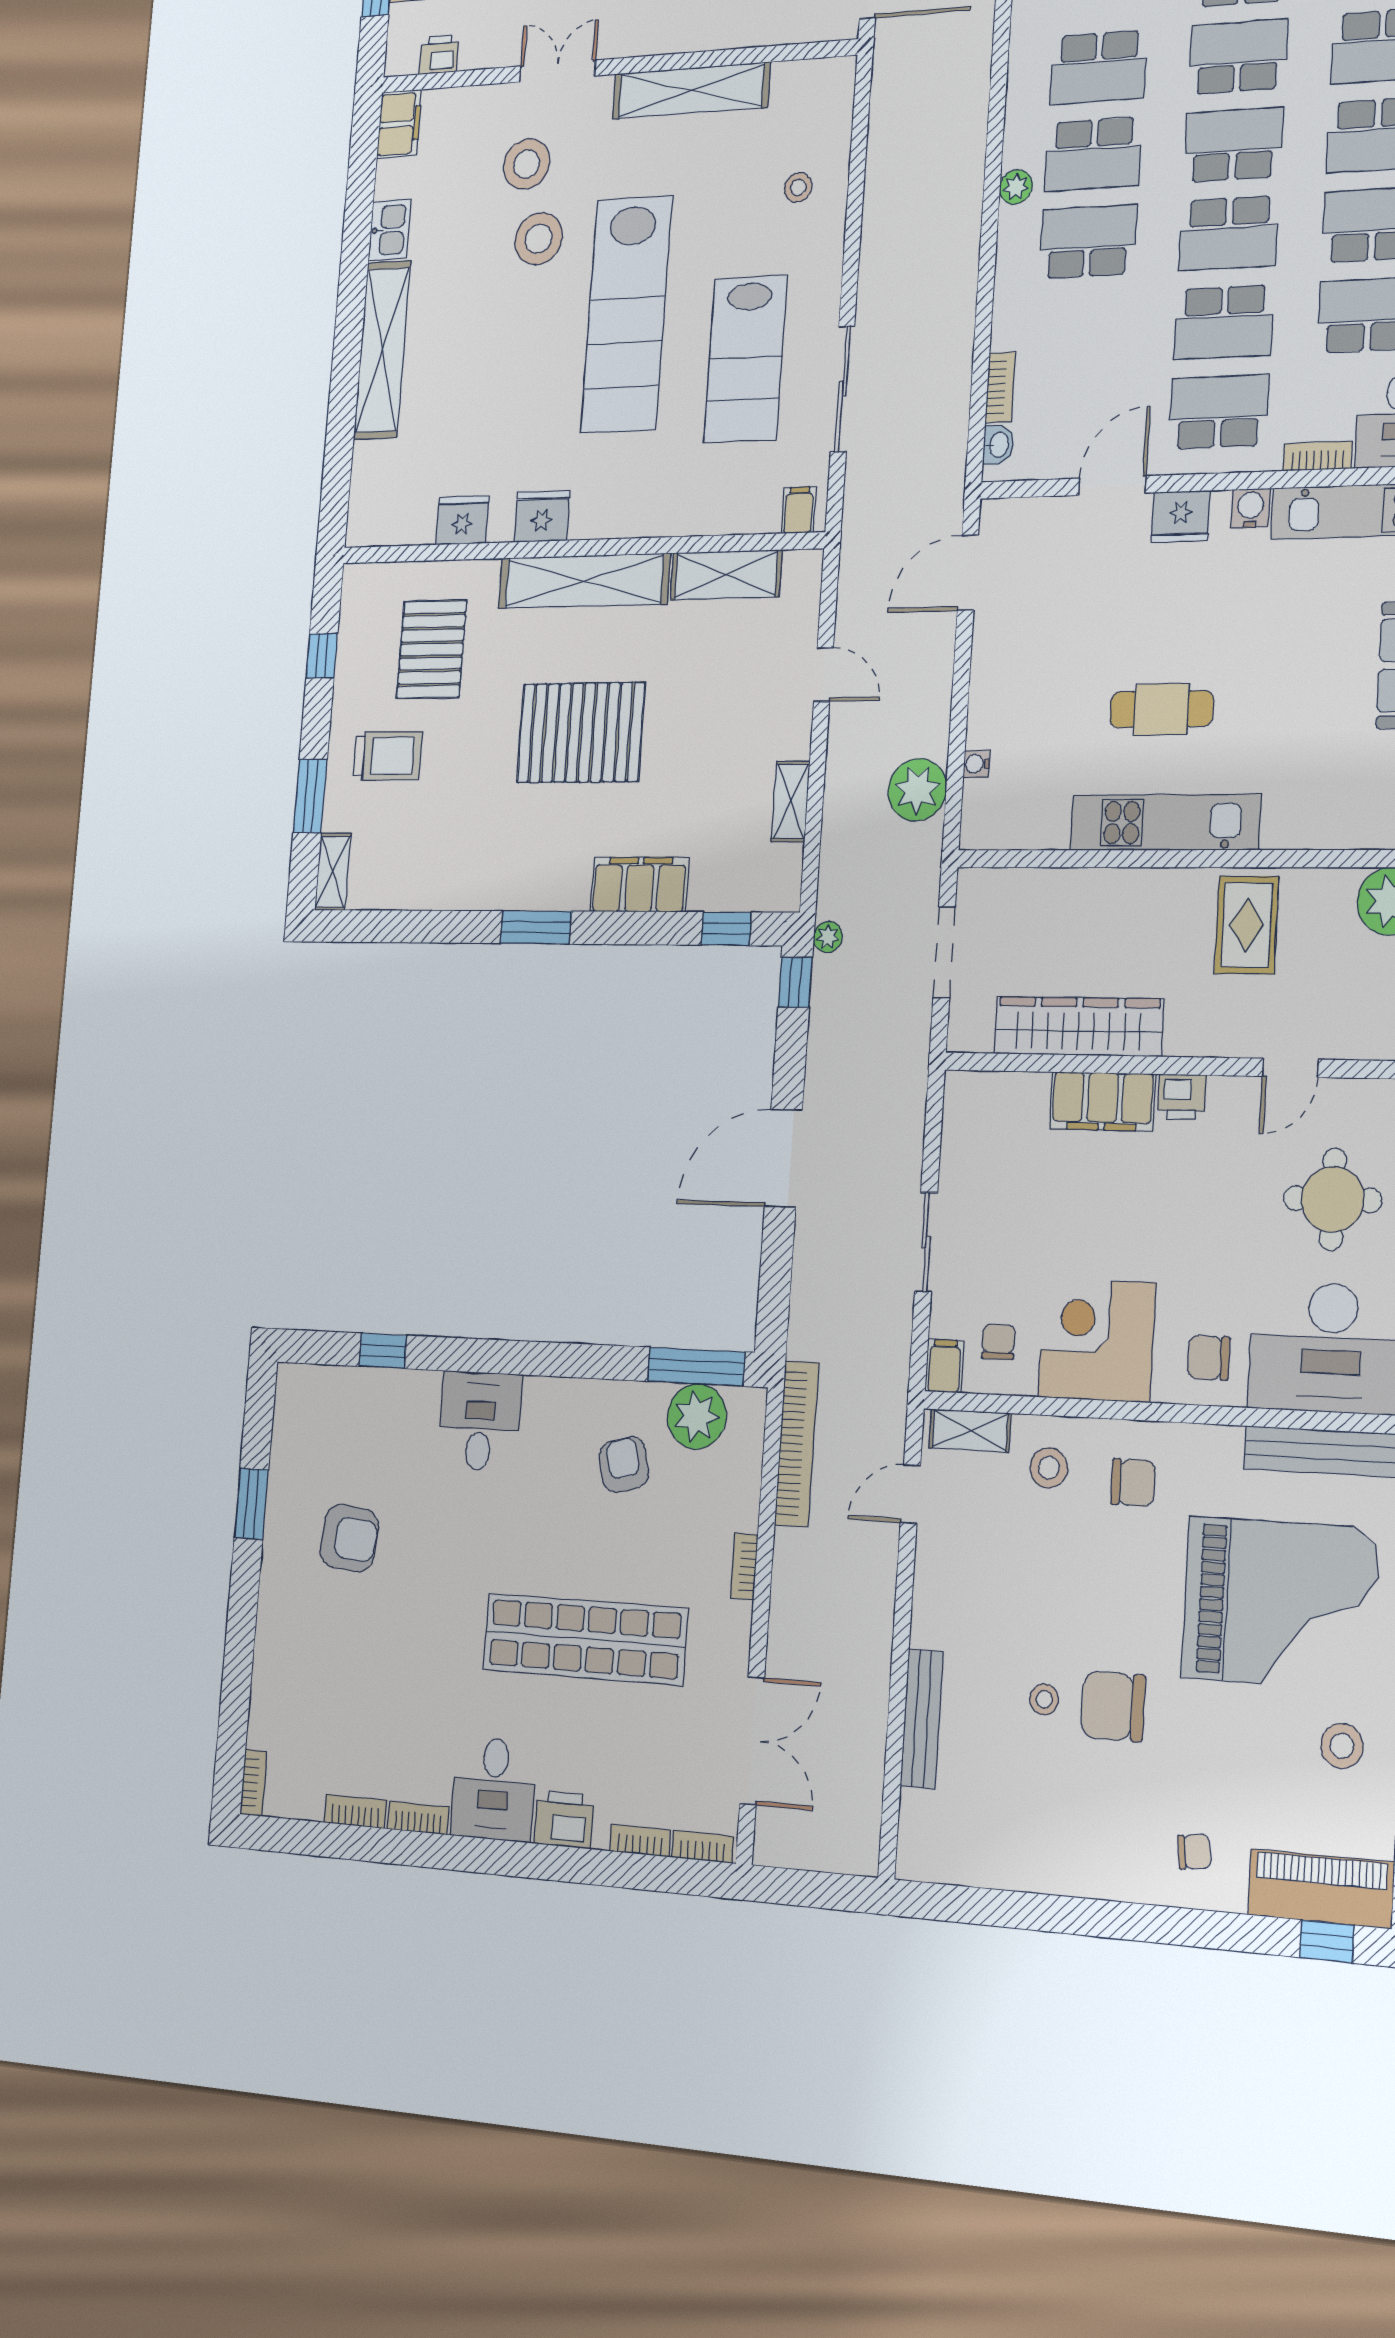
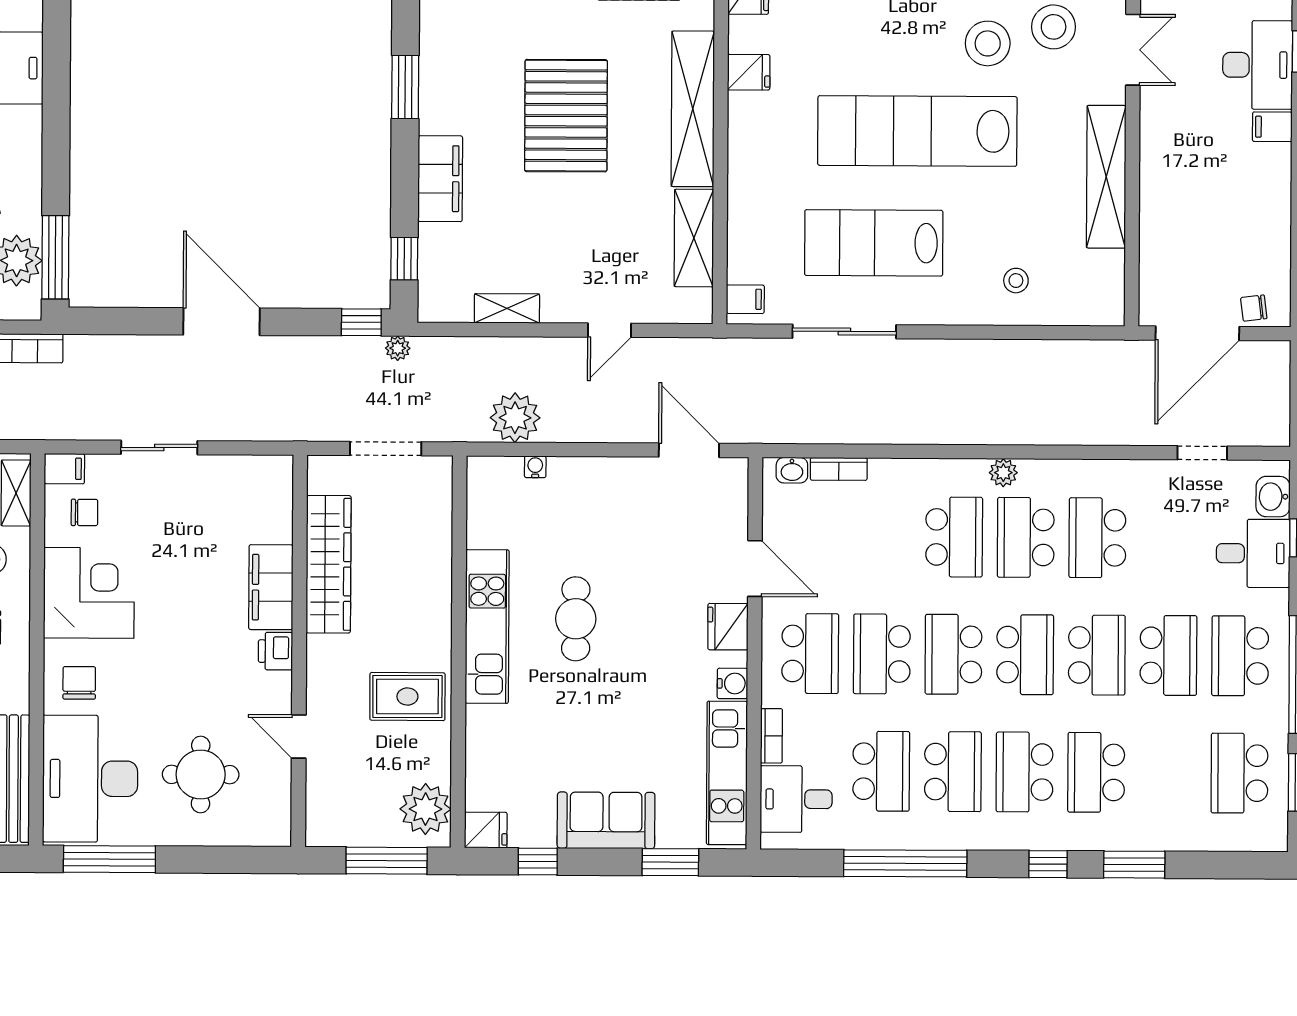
fridge: (542, 516) -> (749, 72), width x0.72

